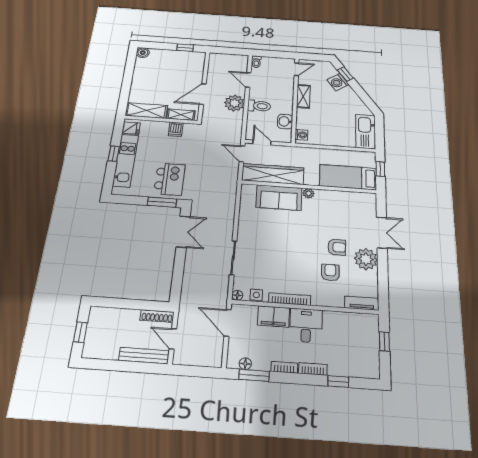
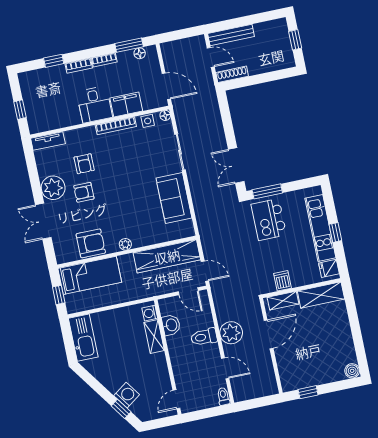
shelving: (303, 96) -> (154, 337), moved
sofa: (279, 198) -> (174, 198), moved, turned -90
armchair: (341, 202) -> (91, 243), added

